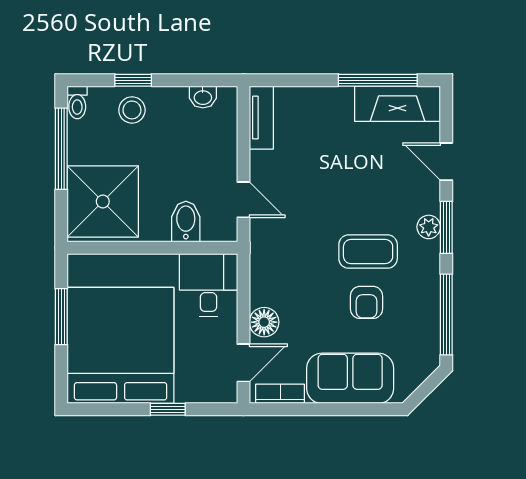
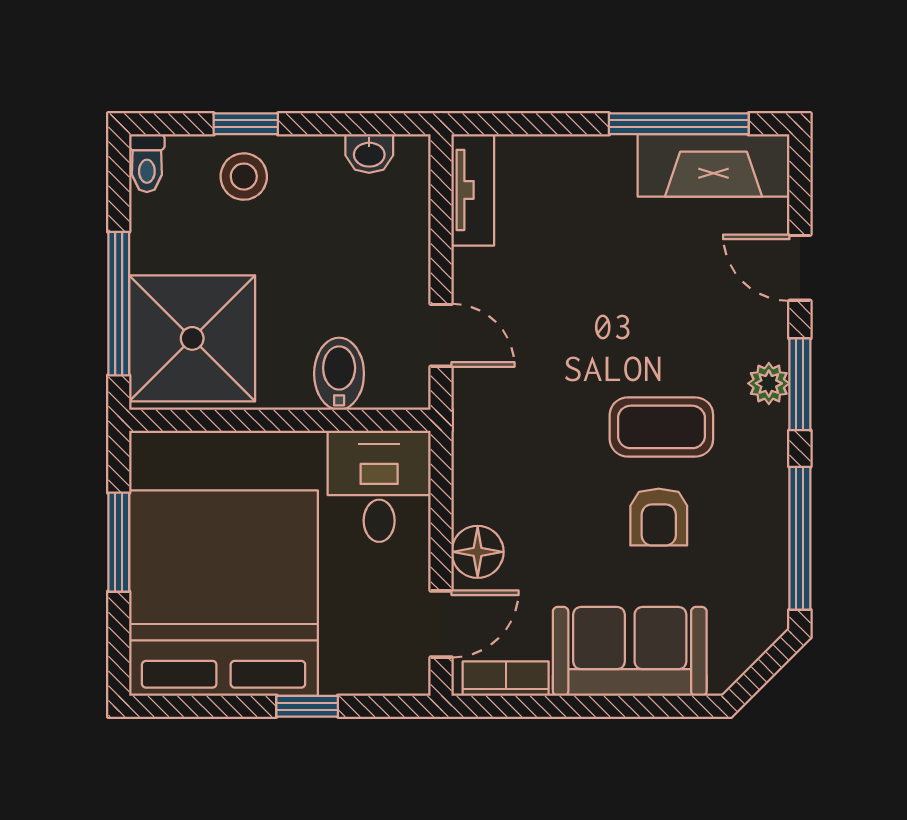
window: (61, 149) -> (119, 304), moved

